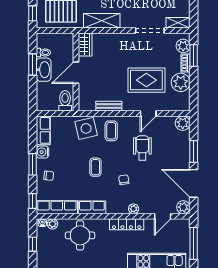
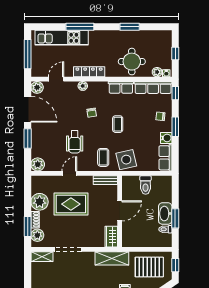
wardrobe: (85, 45) -> (111, 237), moved
wall: (76, 72) -> (120, 211), moved
door: (76, 73) -> (120, 211), moved

